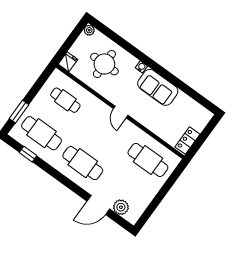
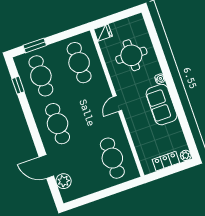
plant: (89, 30) -> (186, 155), moved
cafe table: (65, 100) -> (79, 63), width x1.37, depth x1.35
locker: (187, 141) -> (166, 161), moved

